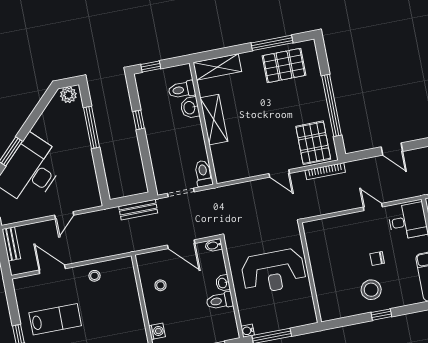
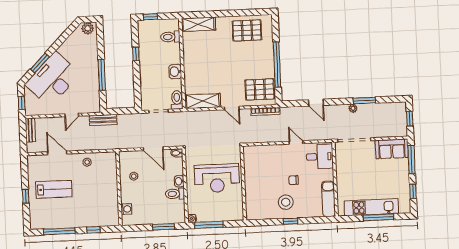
window: (272, 43) -> (241, 13), removed
washbasin: (190, 108) -> (175, 72), moved
shelving: (214, 120) -> (203, 101), moved, turned 90
window: (91, 127) -> (102, 75), moved
pallet: (313, 143) -> (260, 89), turned 90
bench: (138, 210) -> (103, 120), moved

